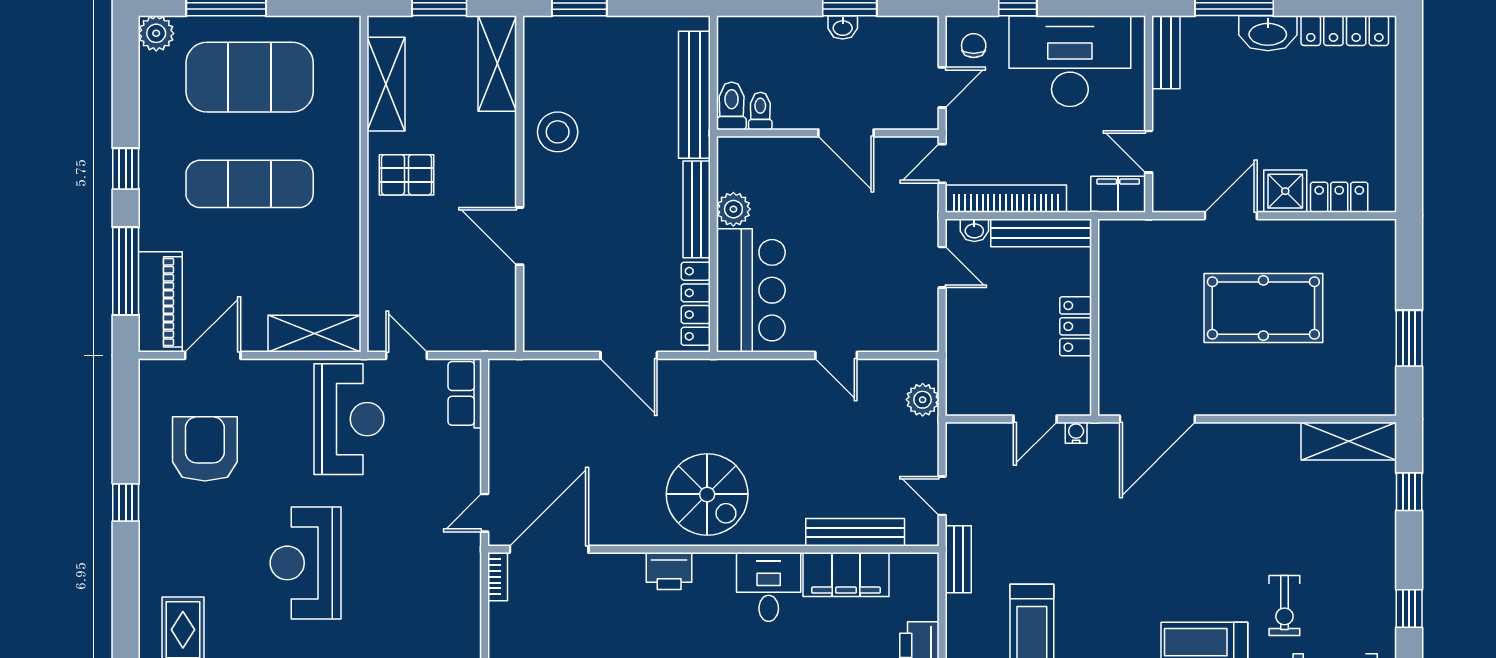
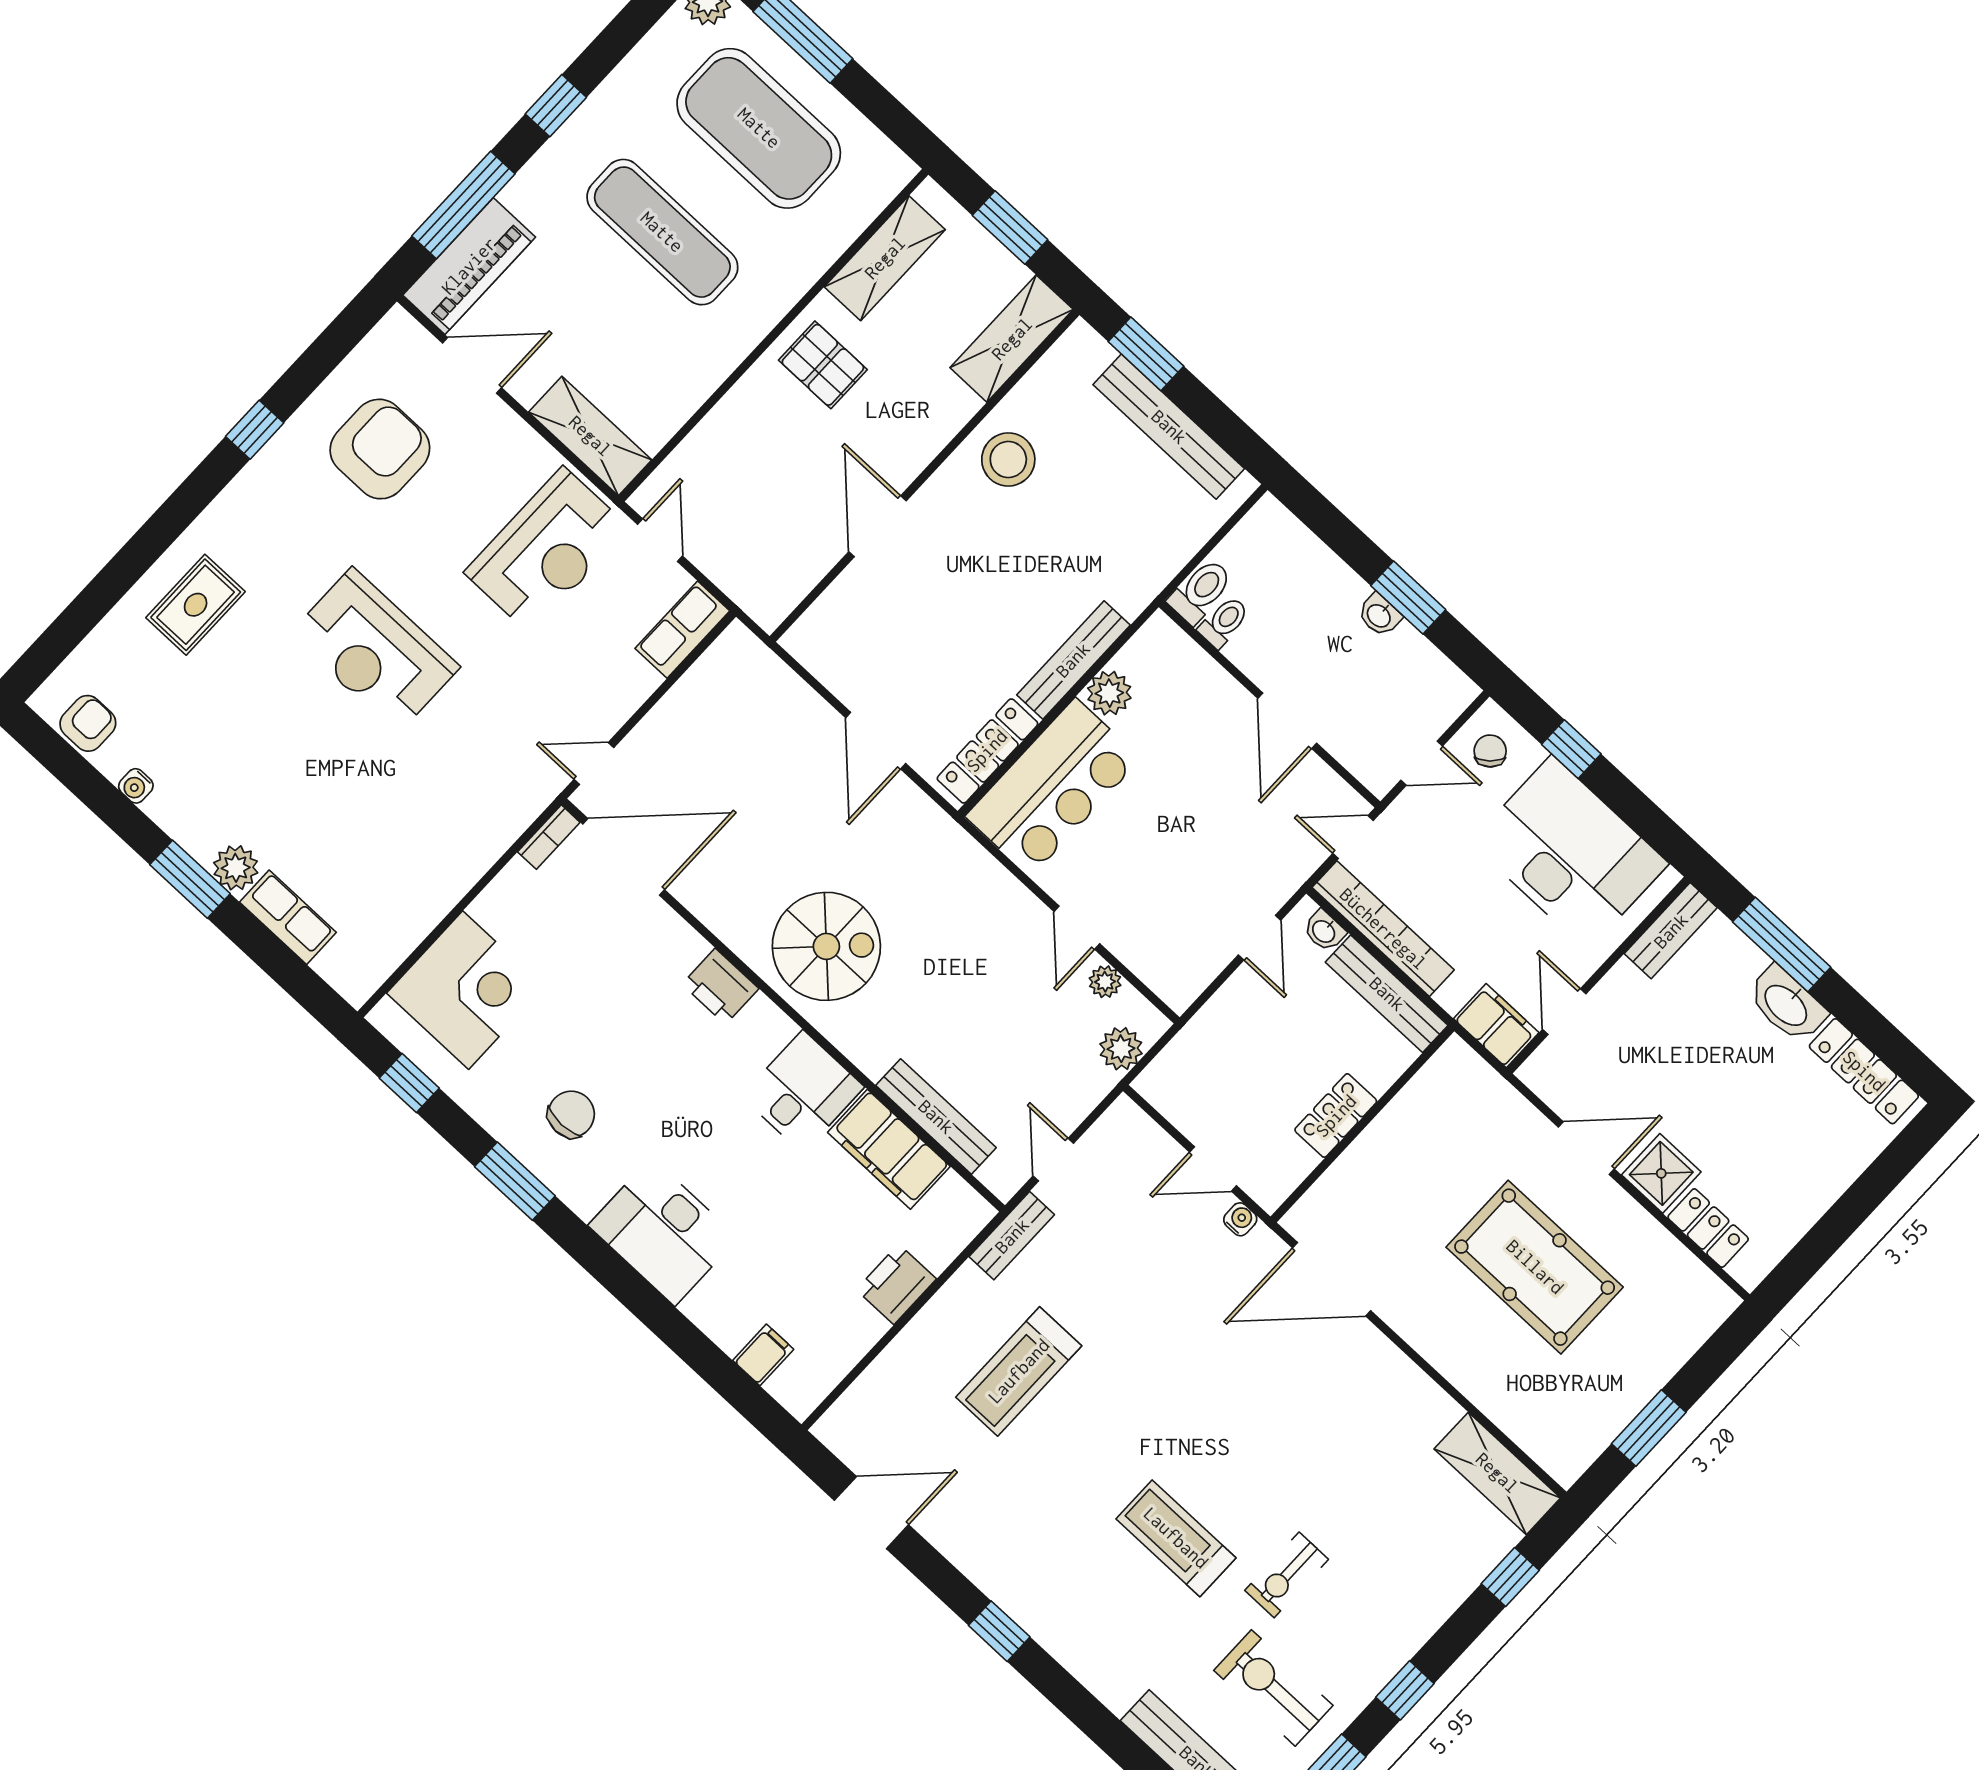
chair: (974, 46) -> (1490, 751), turned -42
bench: (694, 95) -> (1169, 427), moved, turned 90
plant: (879, 371) -> (1105, 982), added
spiral stairs: (707, 494) -> (826, 946), turned -90
reception desk: (306, 563) -> (375, 651), turned -90

